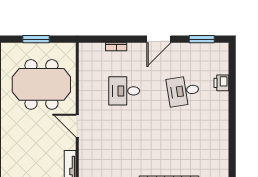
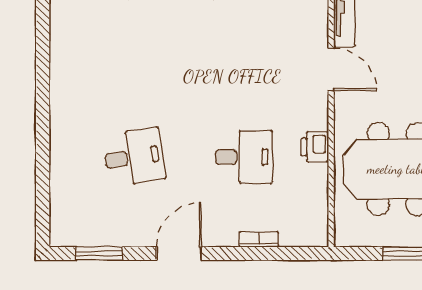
printer: (221, 83) -> (315, 147), moved, turned 180
door: (77, 126) -> (331, 70), moved

